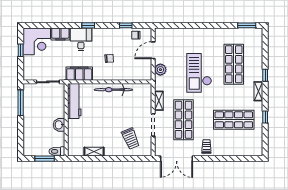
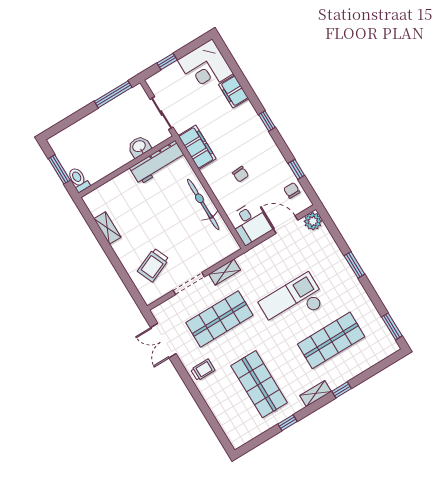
window: (199, 25) -> (354, 265), added
desk: (81, 39) -> (250, 223), moved, turned 90
window: (21, 50) -> (167, 62), moved
plant: (160, 70) -> (313, 221), moved
washbasin: (59, 125) -> (139, 147), moved
double door: (177, 159) -> (163, 341), width x0.73

